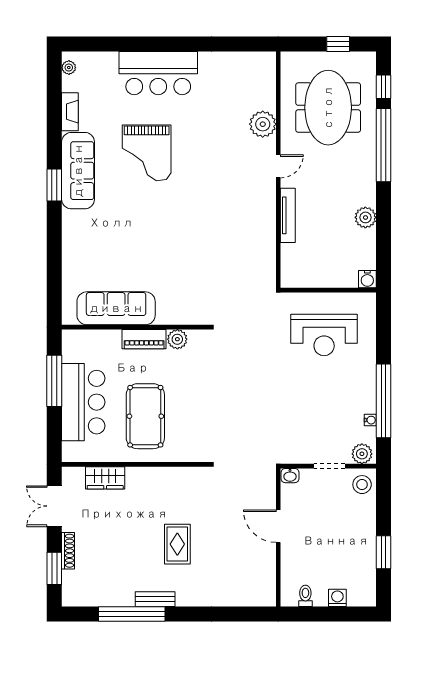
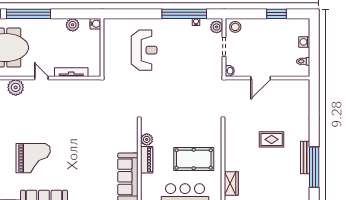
water cooler: (367, 279) -> (95, 24), moved
wall: (328, 290) -> (102, 47), moved
bench: (155, 599) -> (305, 157), width x1.36

